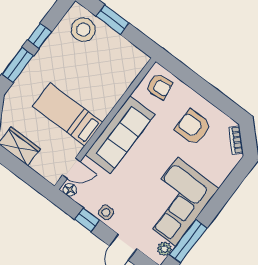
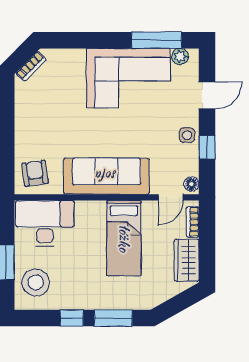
desk: (119, 67) -> (45, 223), added
armchair: (193, 127) -> (49, 114), removed
door: (71, 168) -> (171, 197), swing flipped
bookcase: (43, 171) -> (193, 222), added

